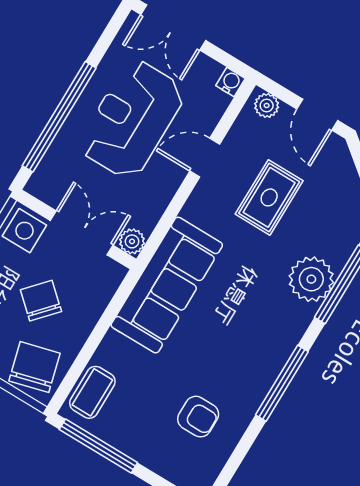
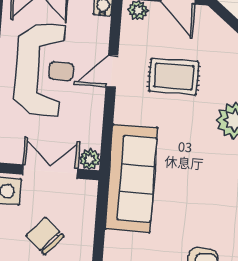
reception desk: (132, 119) -> (45, 70), turned 180
rug: (269, 197) -> (174, 76), turned 90

